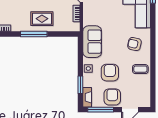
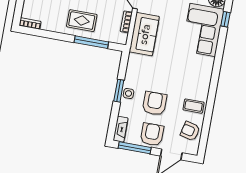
window: (34, 34) -> (91, 42), moved
sofa: (92, 42) -> (144, 34), moved
armchair: (134, 44) -> (190, 131), moved
window: (80, 85) -> (119, 91), moved

